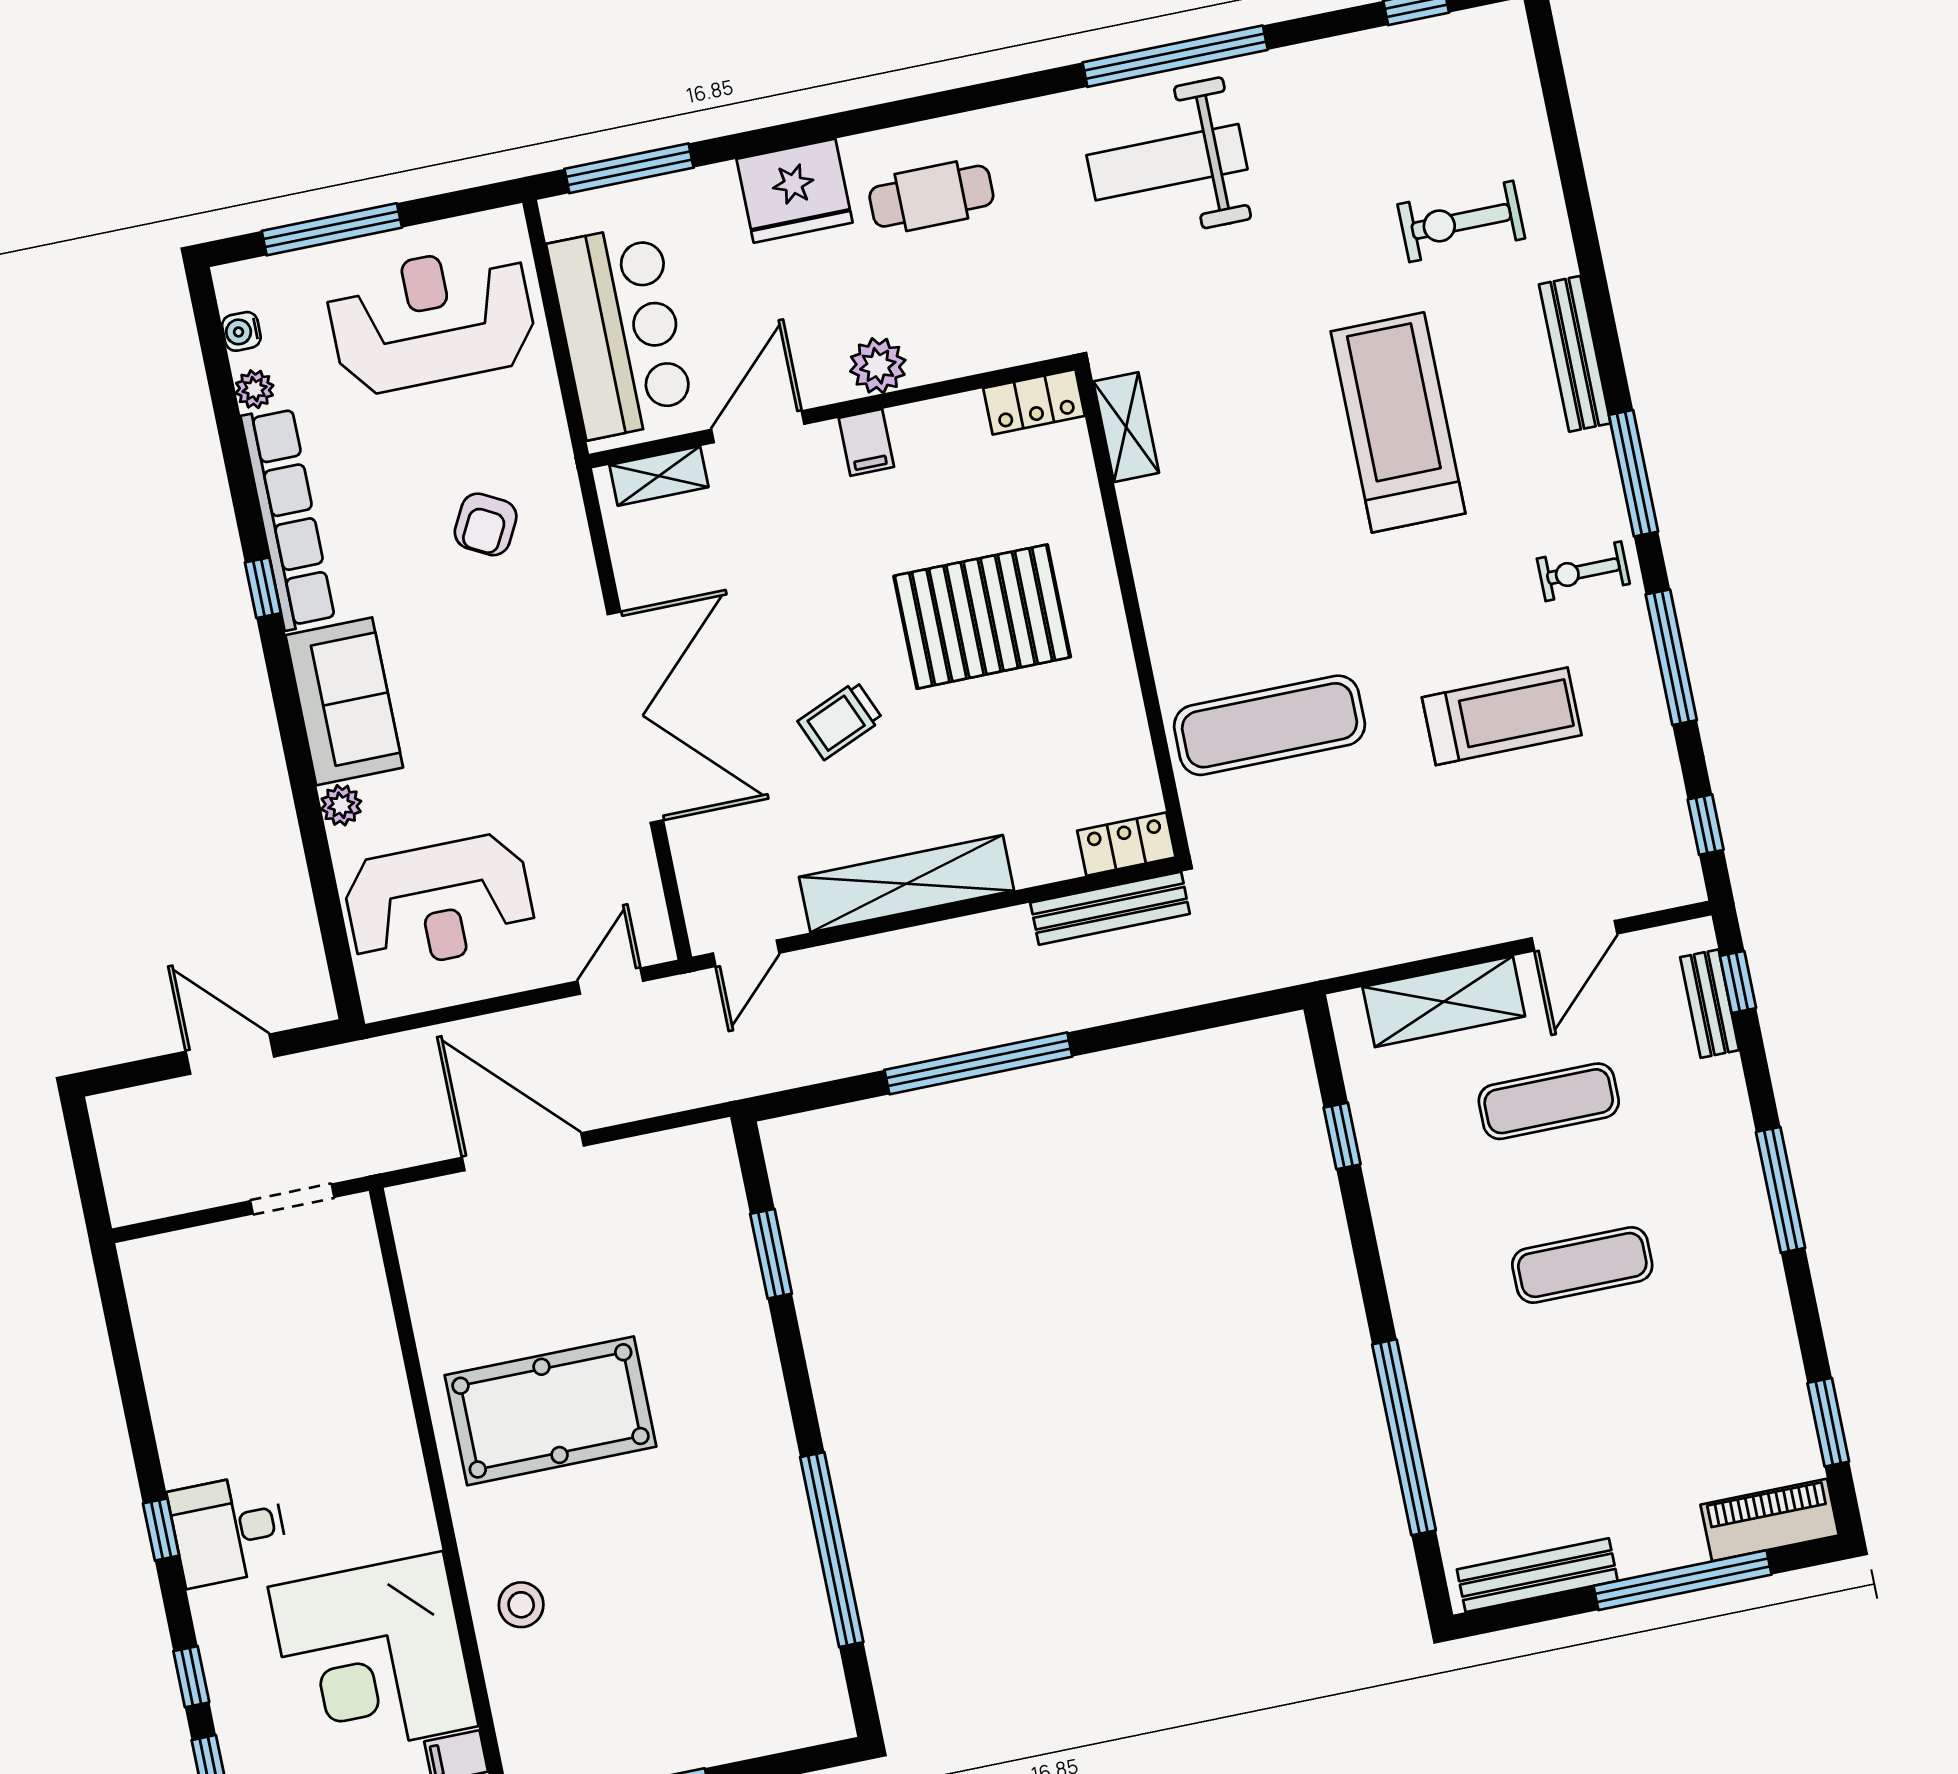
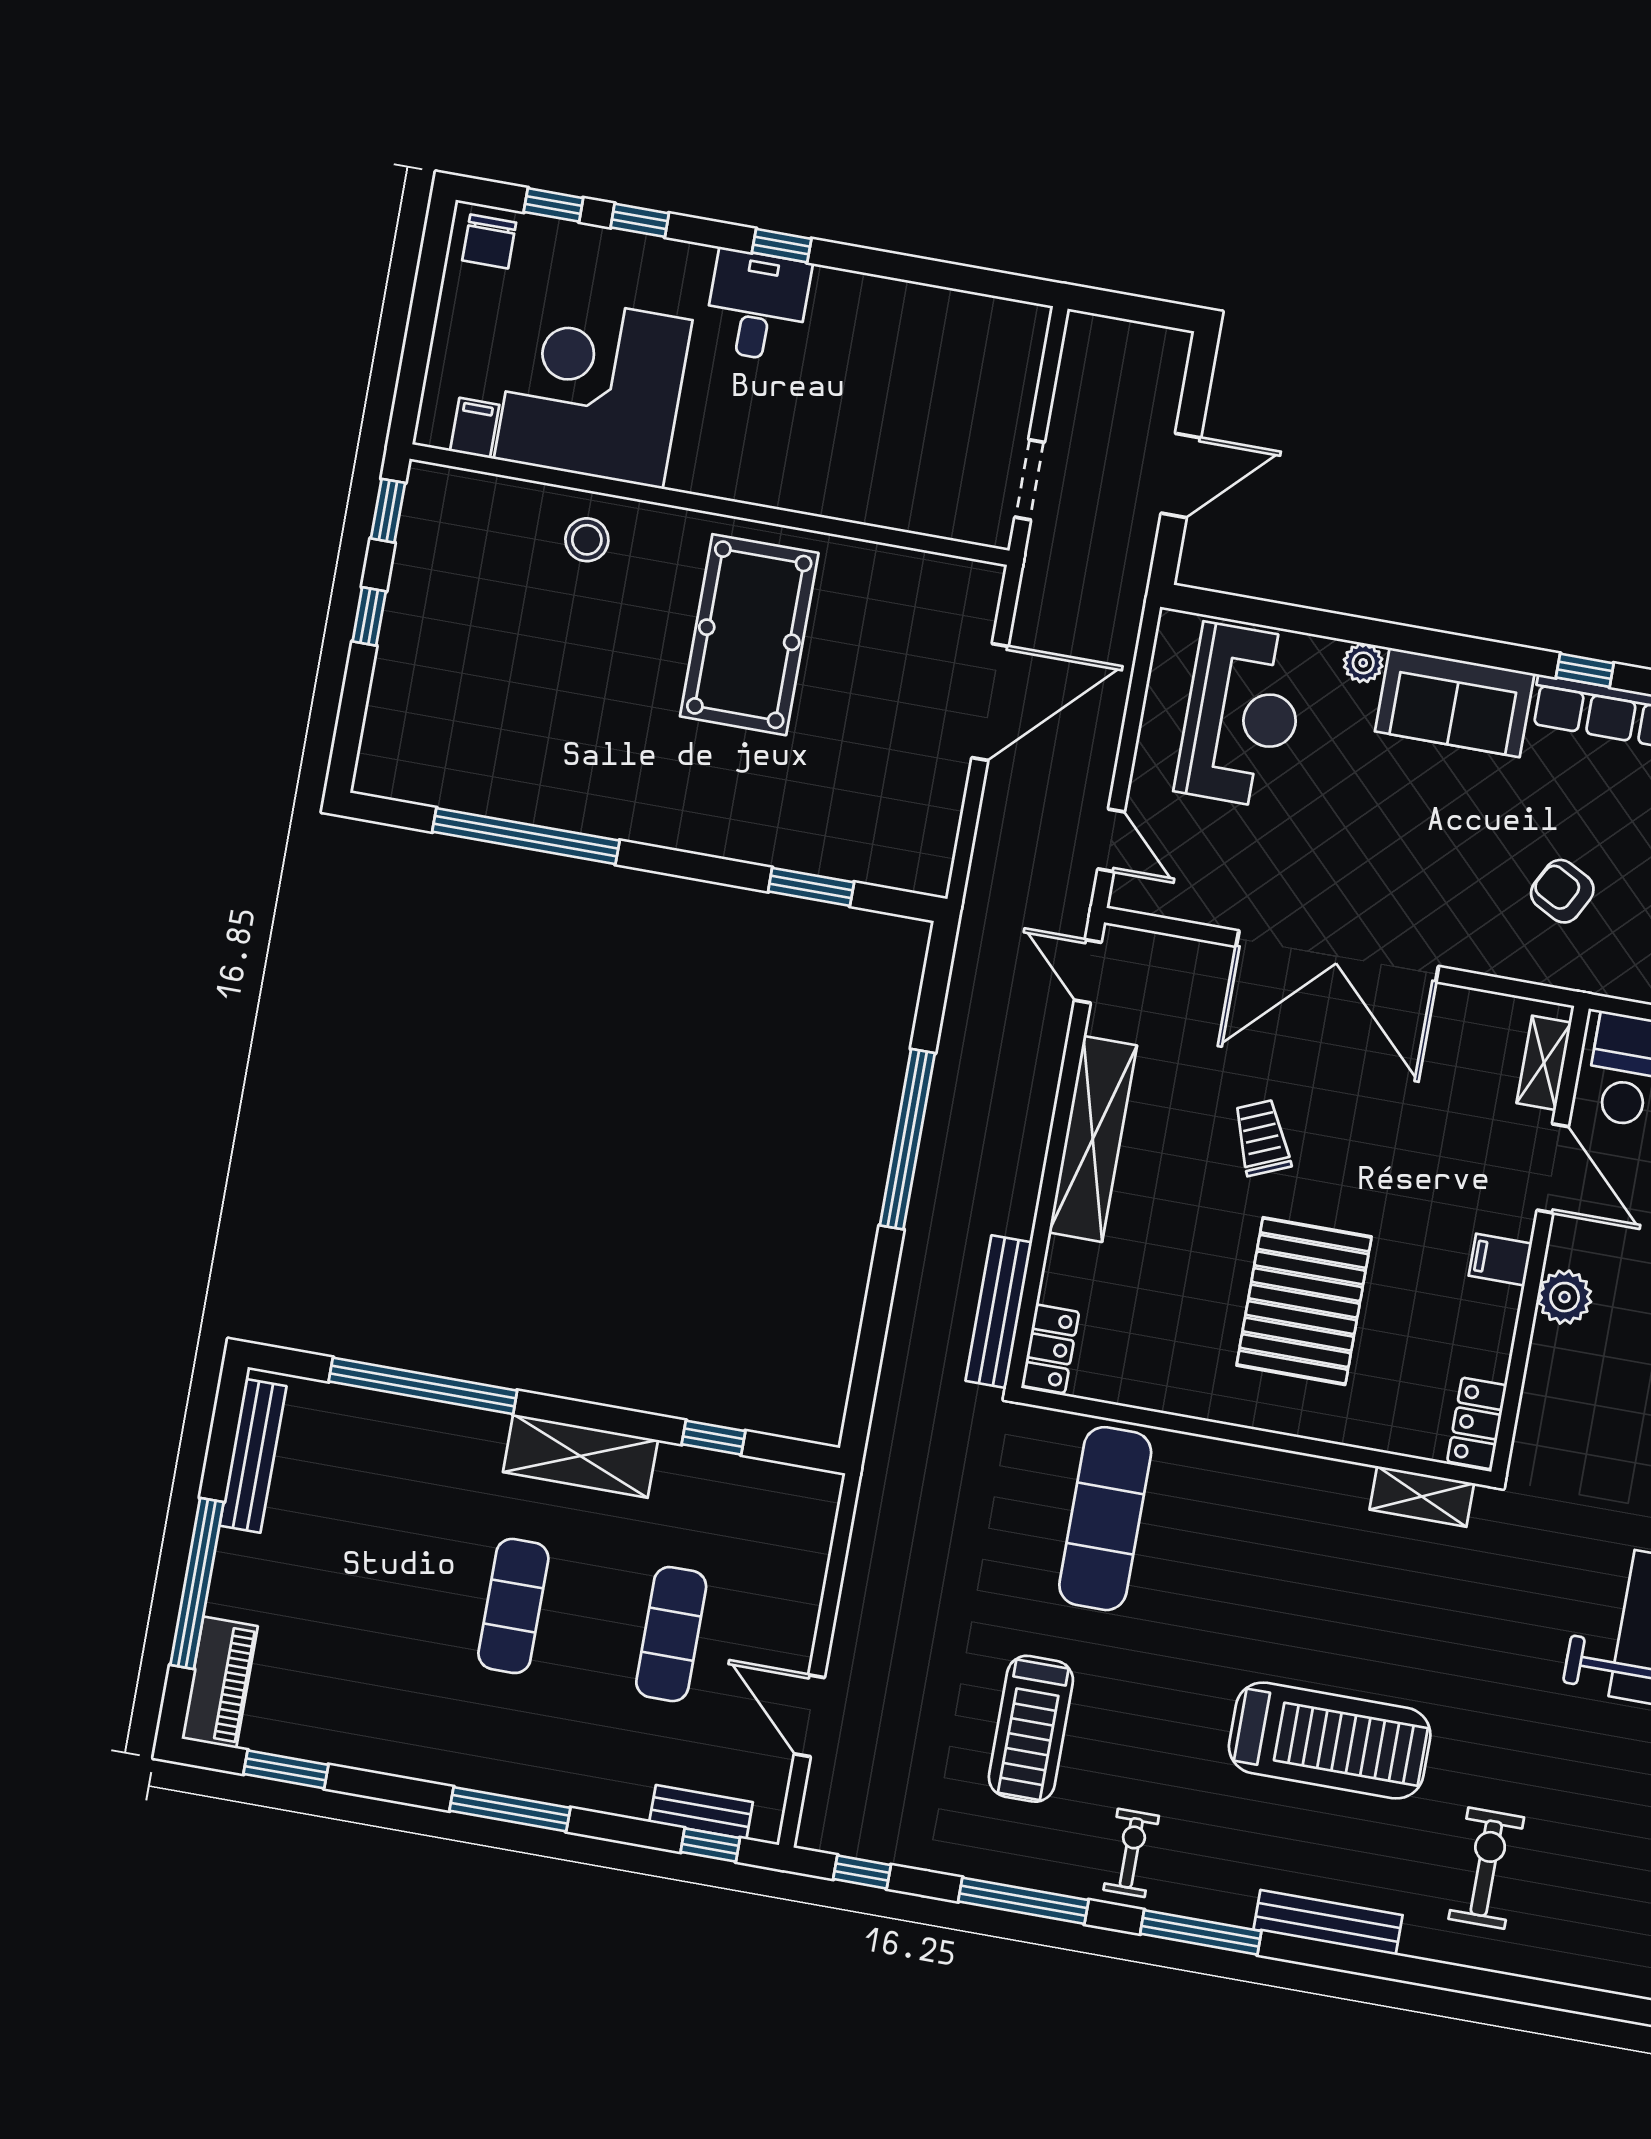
reception desk: (439, 903) -> (1242, 716), turned 180
shelving: (1444, 1002) -> (580, 1456), moved, turned 90

